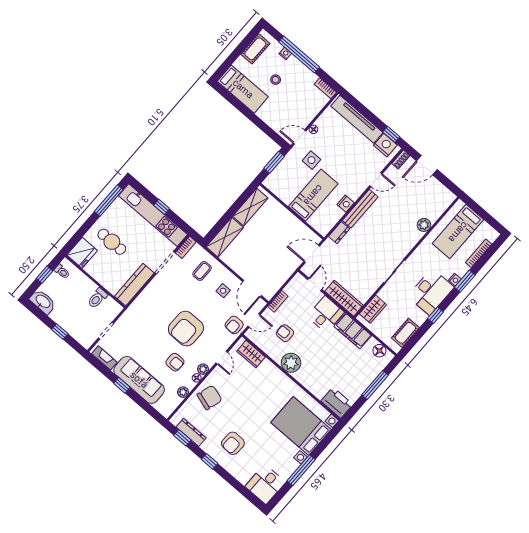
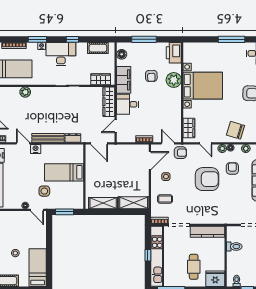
nightstand: (346, 204) -> (36, 149), moved
armchair: (285, 333) -> (151, 76), moved
door: (222, 358) -> (206, 143), swing flipped
plant: (291, 363) -> (174, 80), moved
bed with nightstands: (301, 426) -> (203, 86), moved, turned -90

